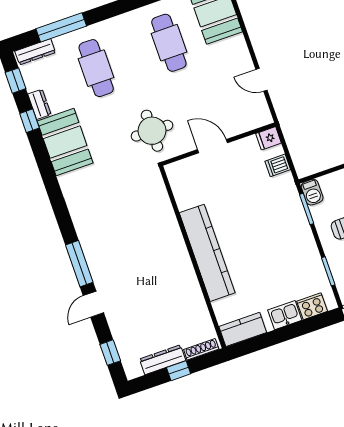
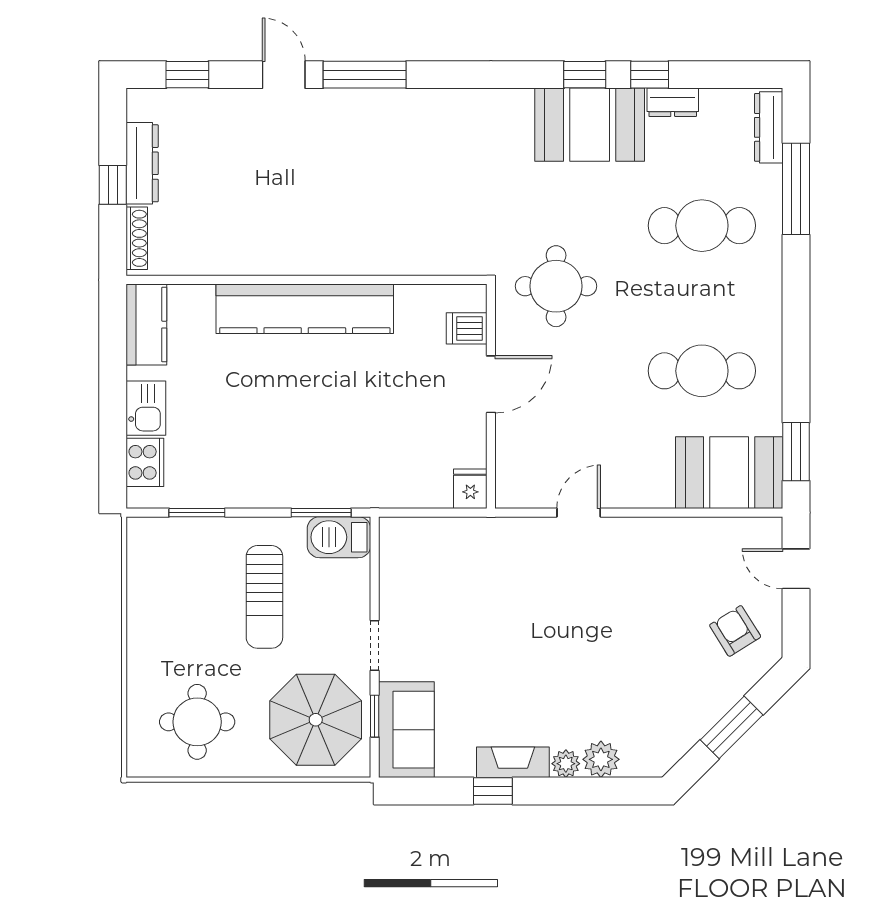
window: (16, 81) -> (585, 75), moved
dishwasher: (278, 165) -> (467, 328), moved, turned -90
barbecue: (312, 192) -> (339, 537), width x1.38, depth x1.27

